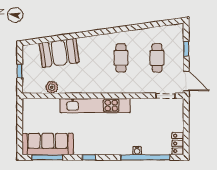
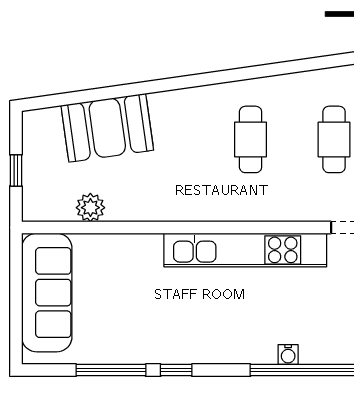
kitchen unit: (95, 106) -> (245, 250), moved
sofa: (48, 144) -> (47, 293), moved, turned 90
window: (47, 157) -> (111, 370), moved

